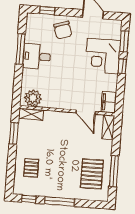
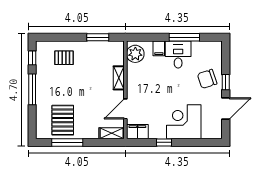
window: (47, 11) -> (226, 82), moved
window: (124, 41) -> (201, 142), removed
window: (122, 66) -> (164, 142), moved
filing cabinet: (29, 75) -> (159, 48), added
shelving: (31, 114) -> (119, 78), moved
pallet: (92, 174) -> (63, 120), turned 90

